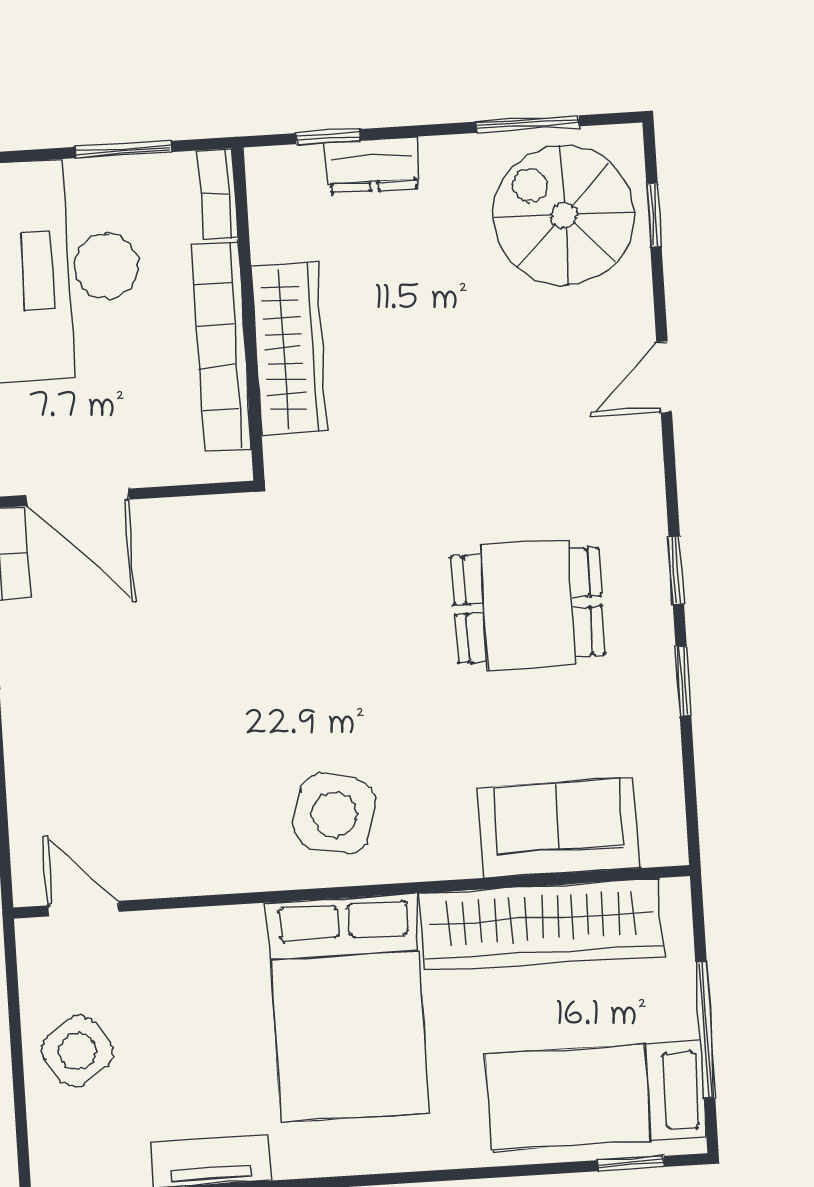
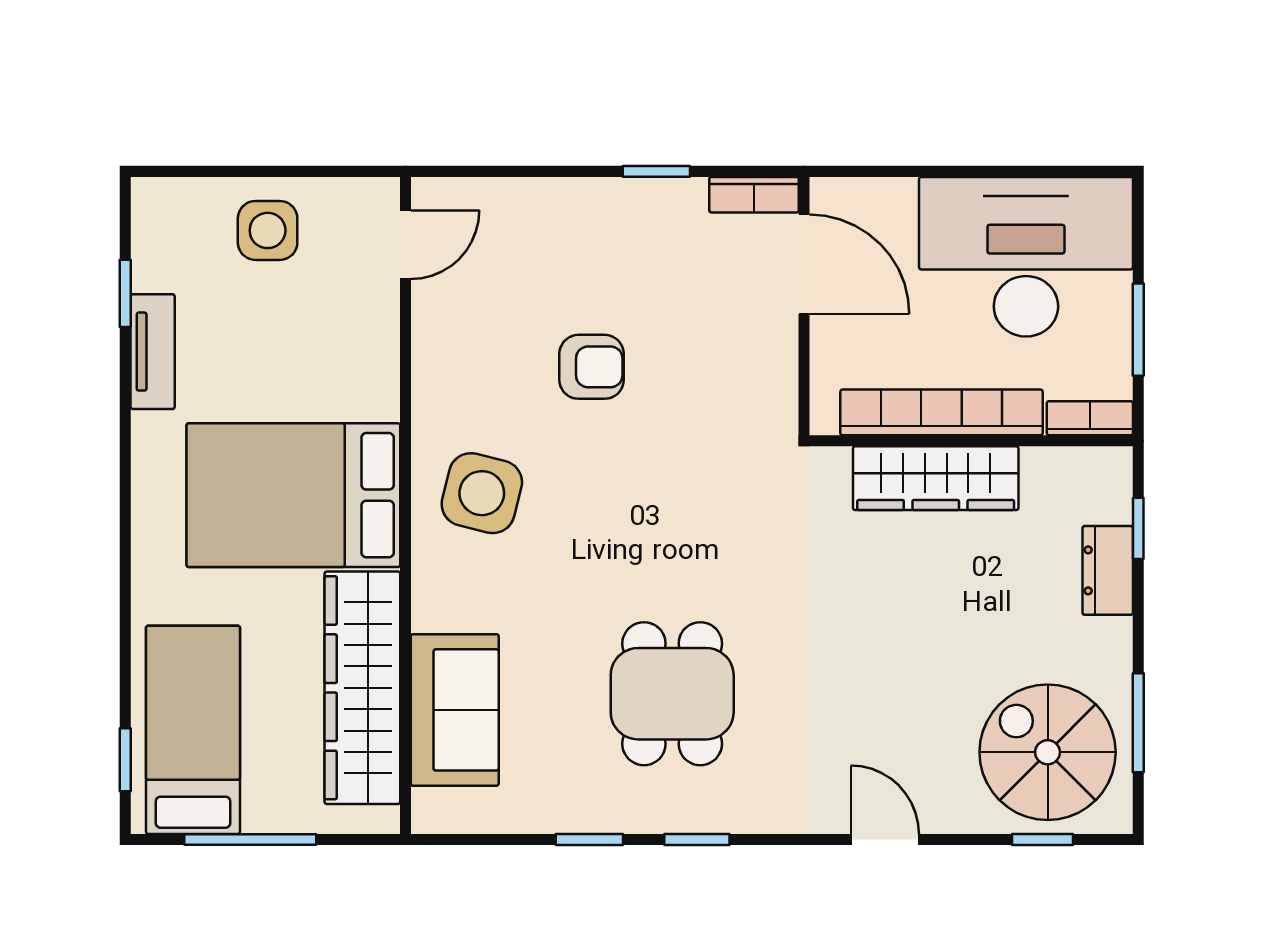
spiral stairs: (564, 215) -> (1048, 752), turned -90
door: (78, 497) -> (804, 264), swing flipped
armchair: (197, 709) -> (592, 367), added
side table: (78, 1051) -> (268, 230), turned 33

